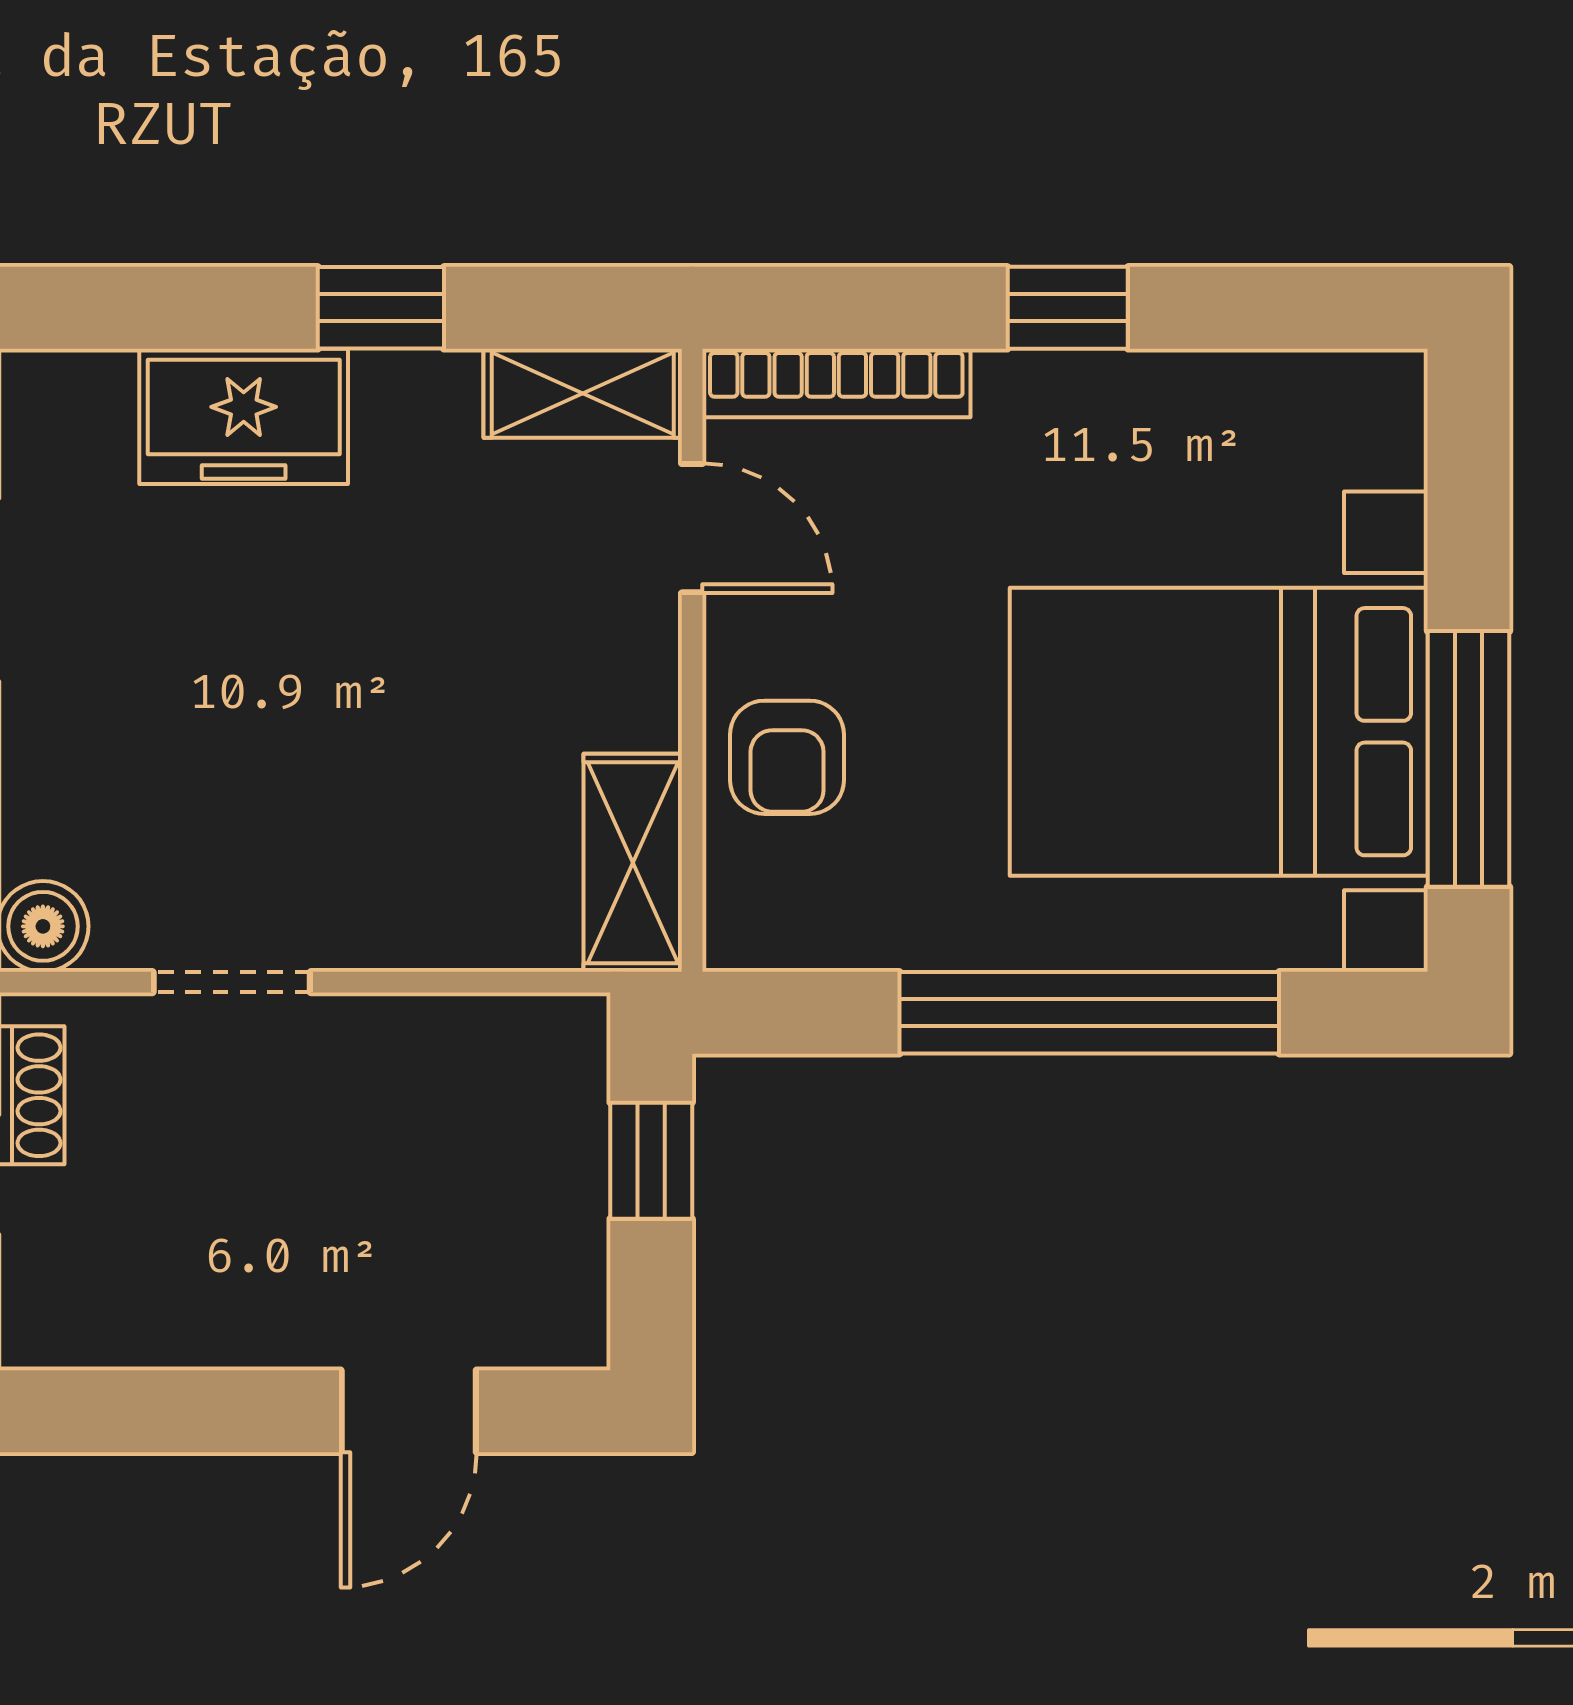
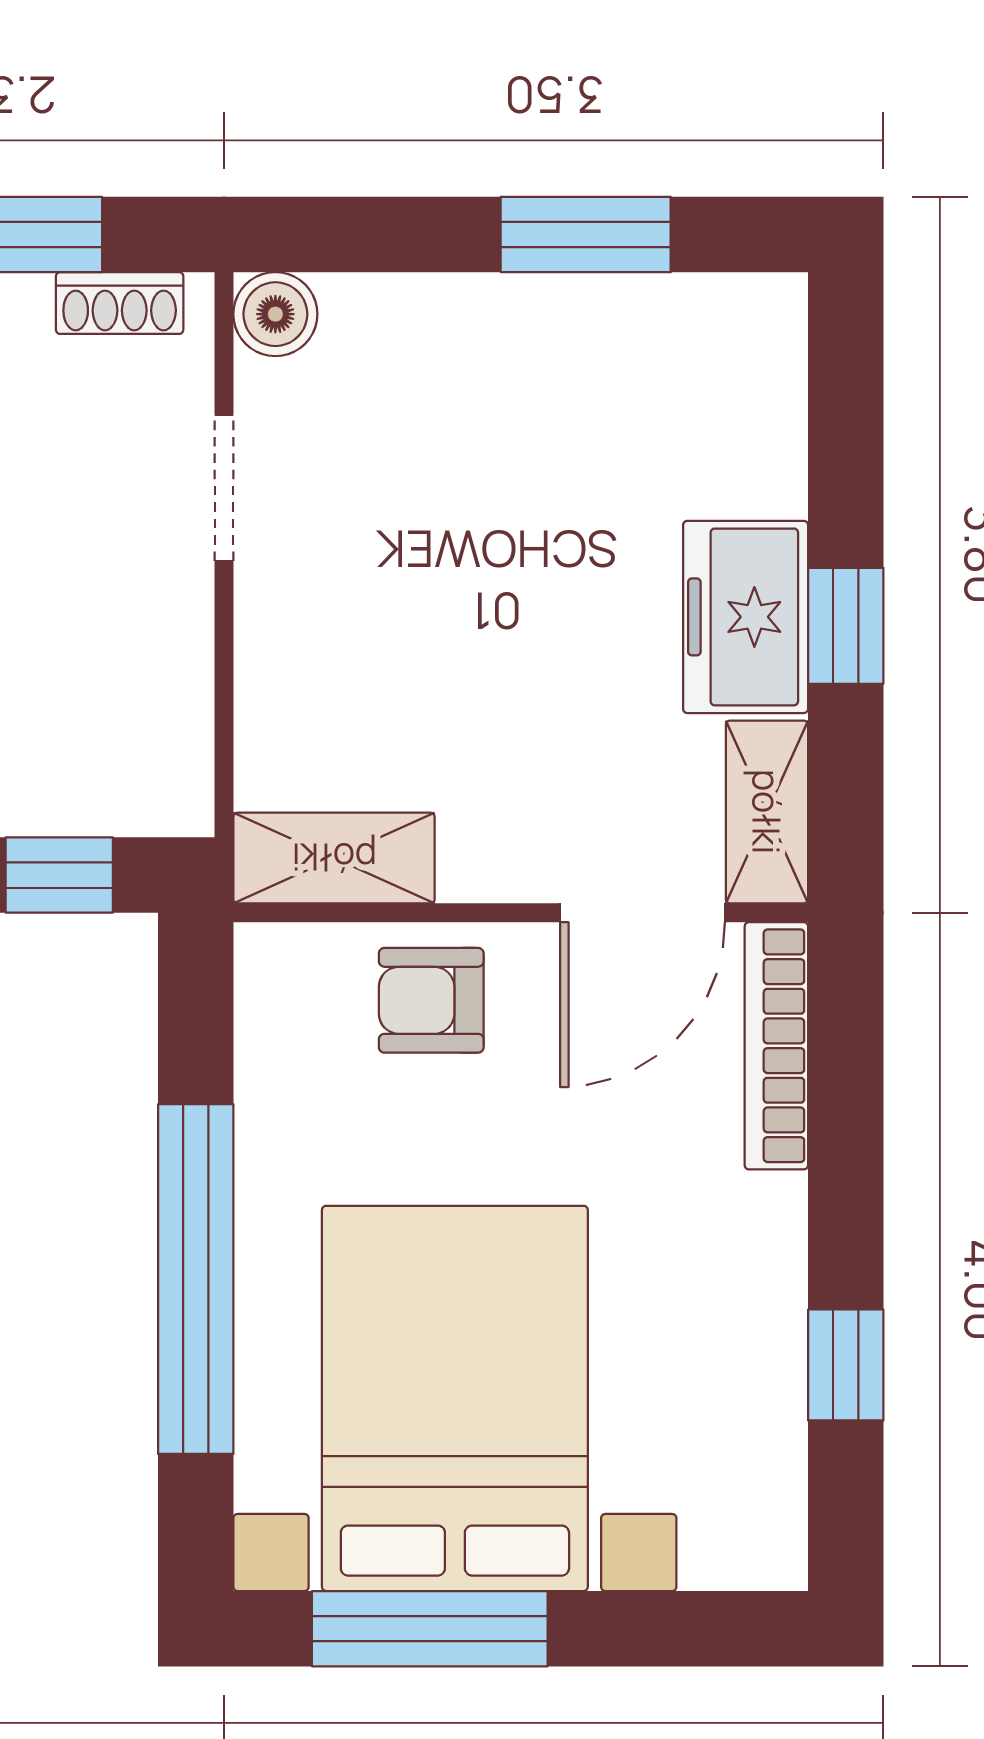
window: (1068, 308) -> (846, 1365), moved
freezer: (244, 416) -> (746, 617), moved
door: (692, 528) -> (643, 913), width x1.38

